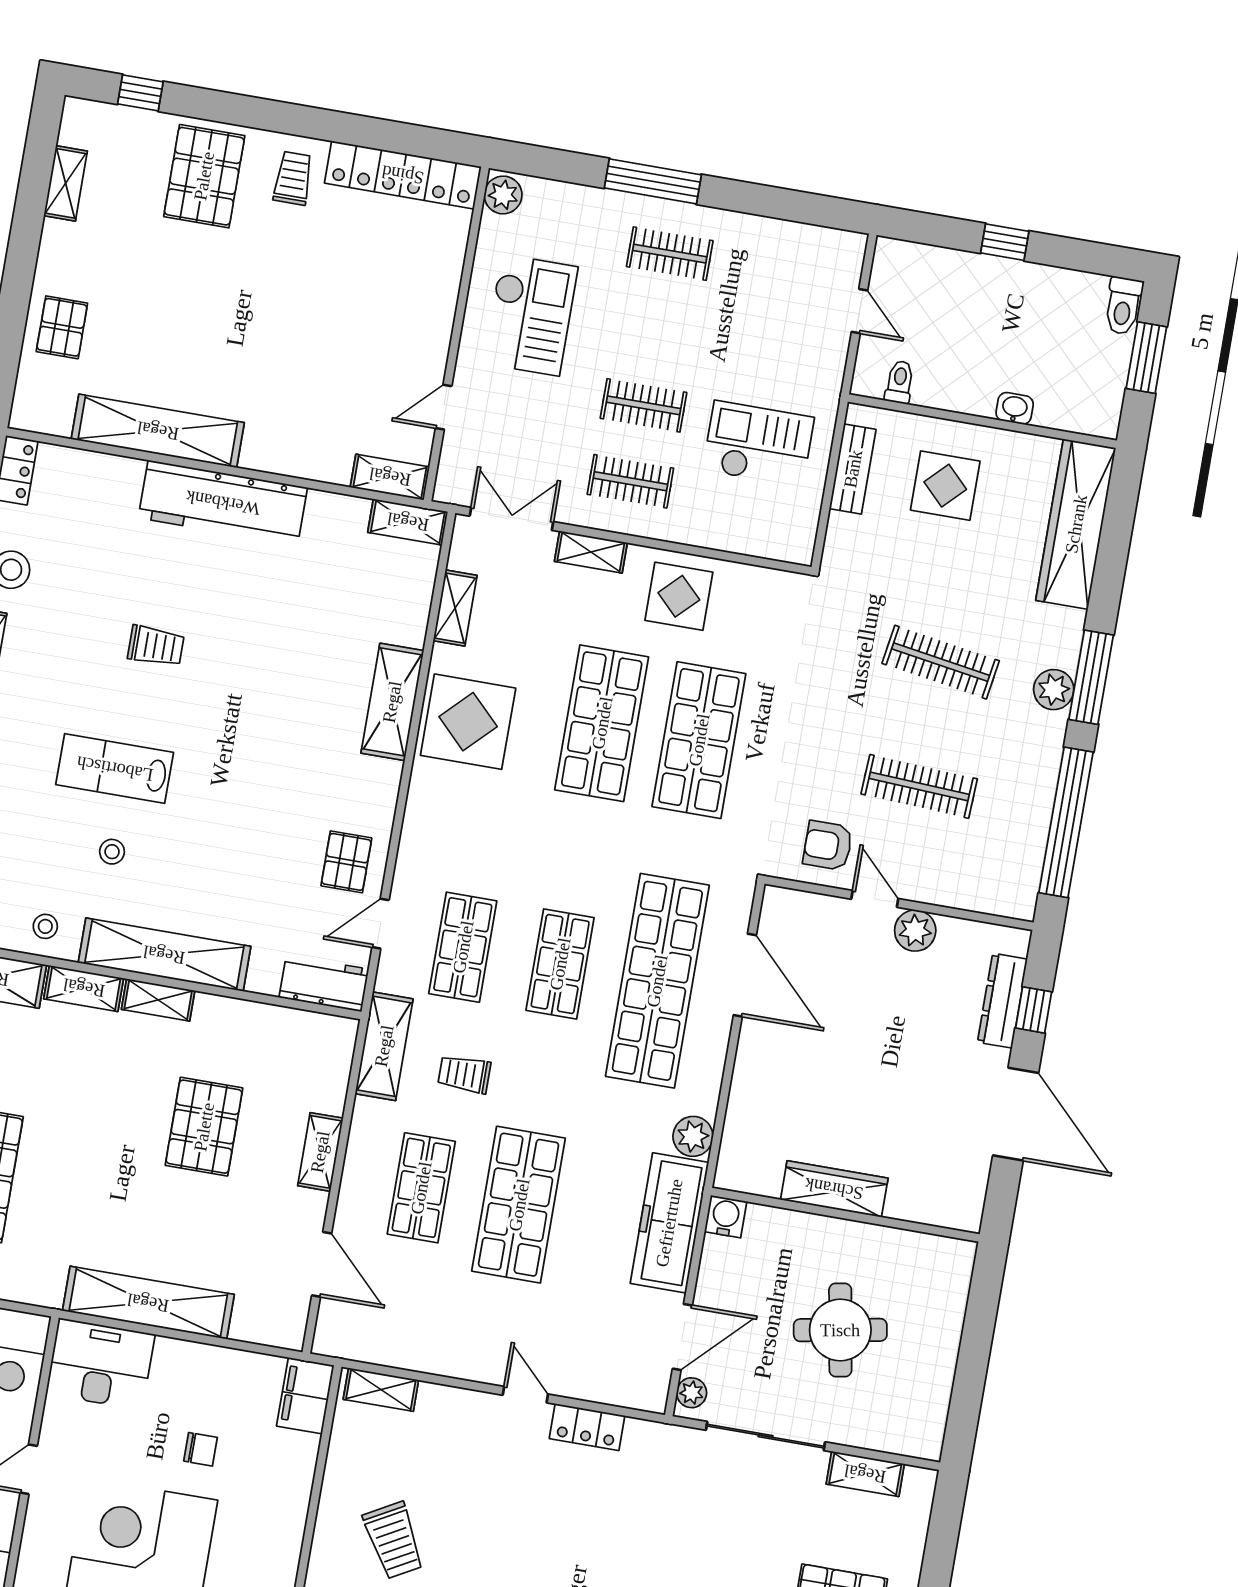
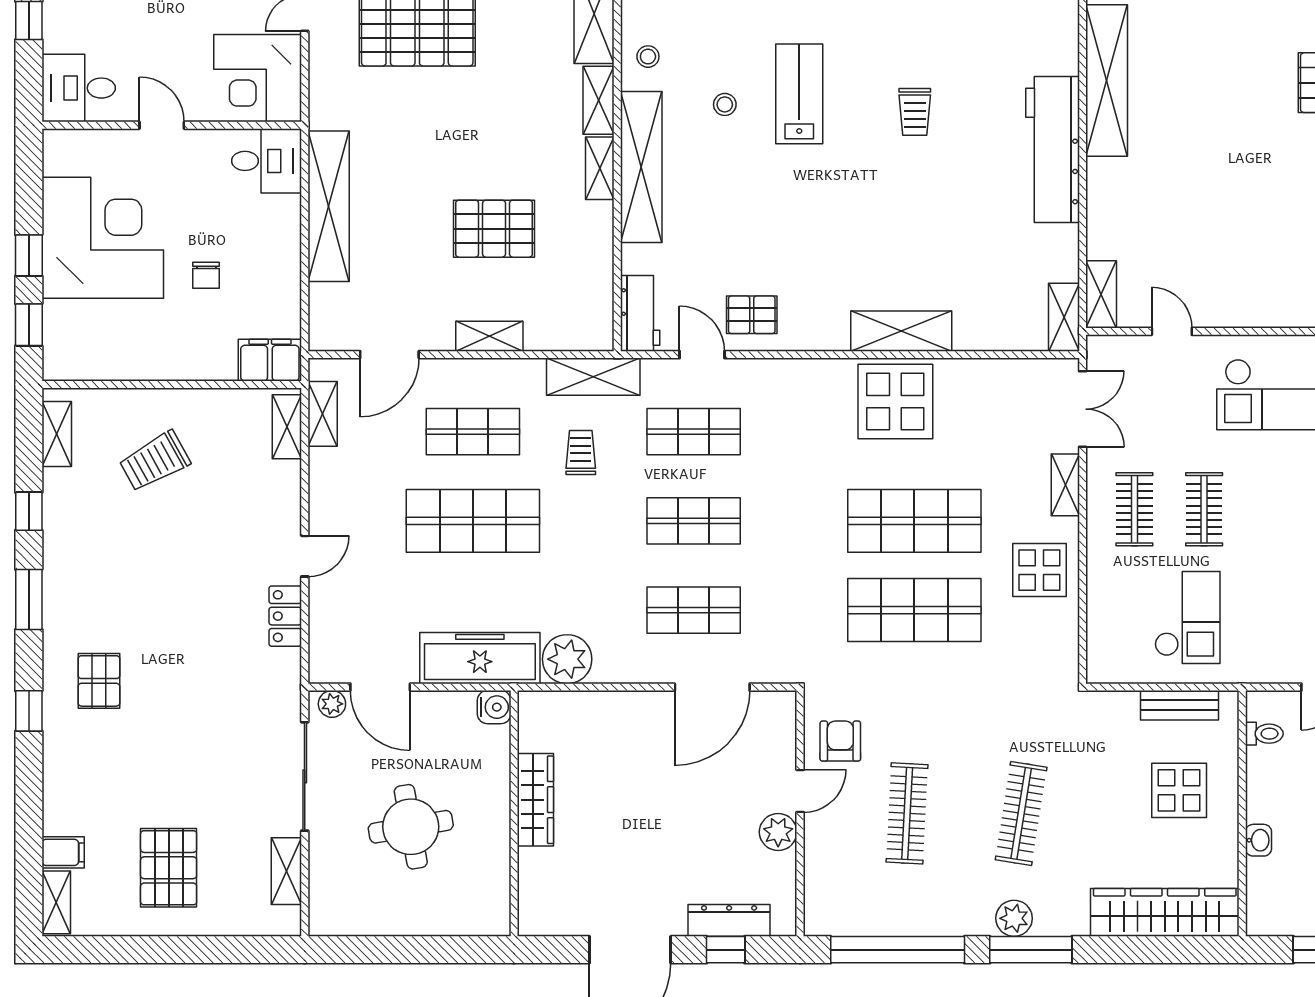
shelving: (455, 608) -> (323, 414), moved, turned 90
shop shelf: (657, 981) -> (694, 610), width x0.50, depth x0.74
plant: (693, 1136) -> (567, 659), width x1.36, depth x1.36
desk: (100, 1364) -> (267, 161), width x0.73

